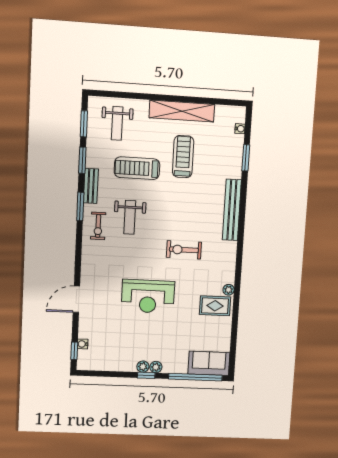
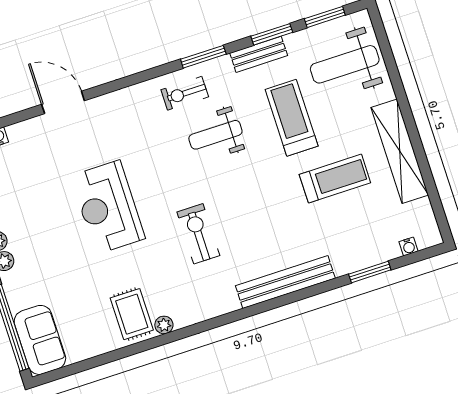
weight bench: (117, 123) -> (345, 64), width x1.36, depth x1.33
bench: (91, 186) -> (259, 54), moved

